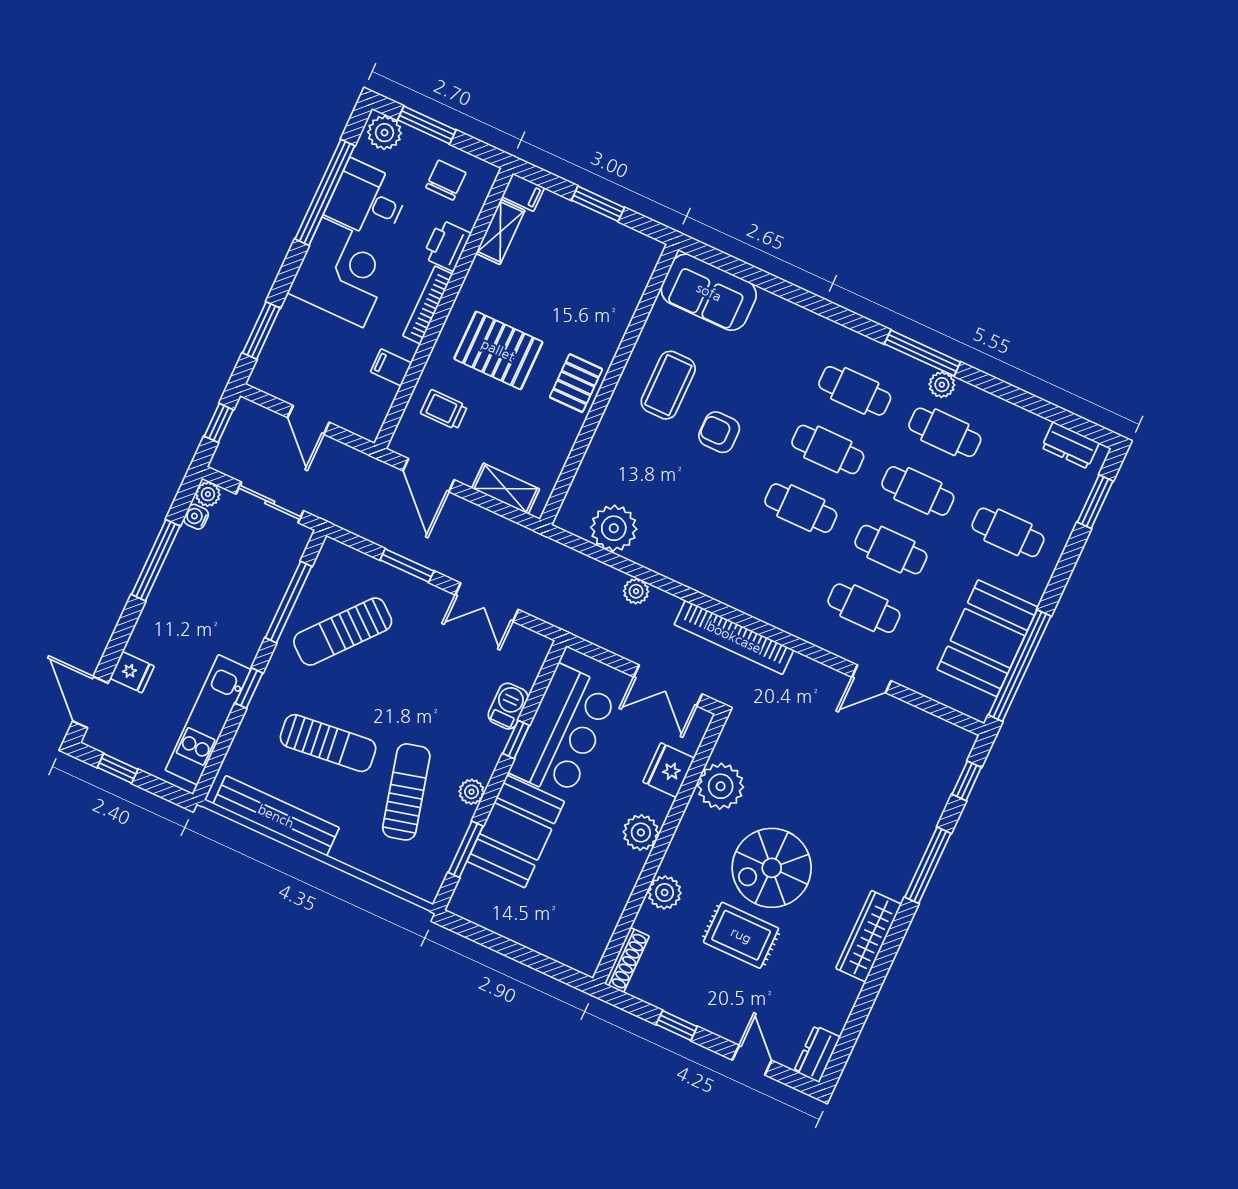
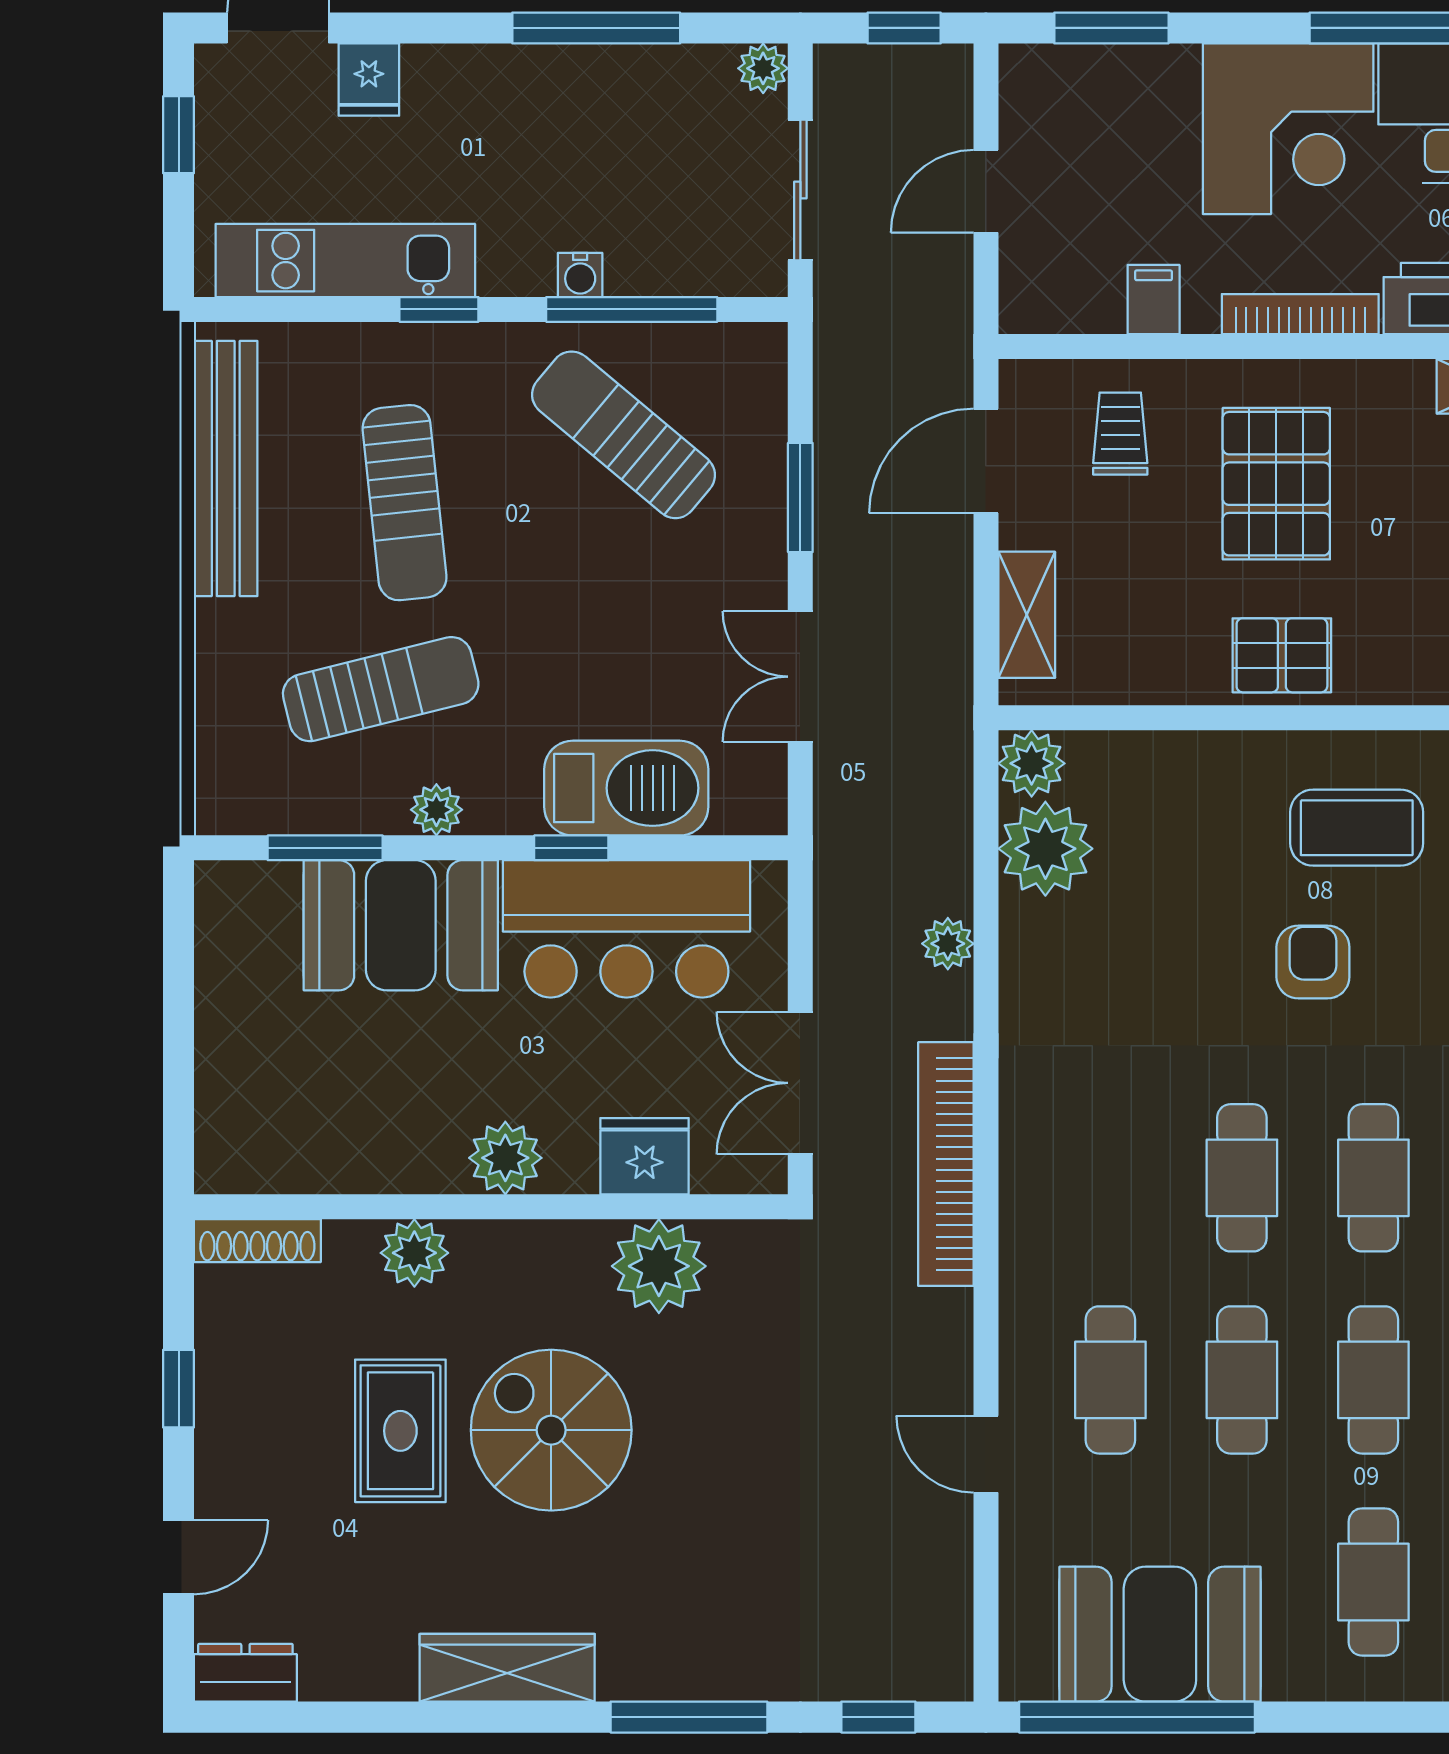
water cooler: (196, 517) -> (580, 275), moved, turned 180
plant: (573, 517) -> (1032, 763), added
barbecue: (508, 706) -> (626, 788), width x1.88, depth x1.53

